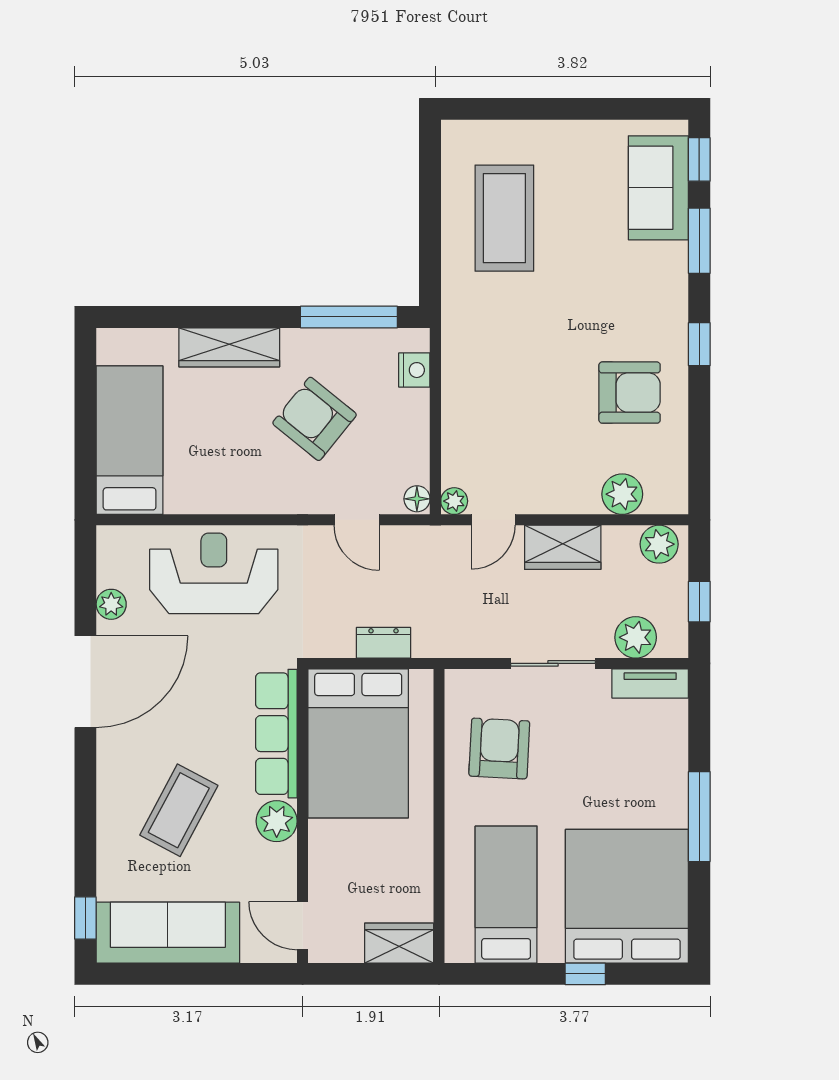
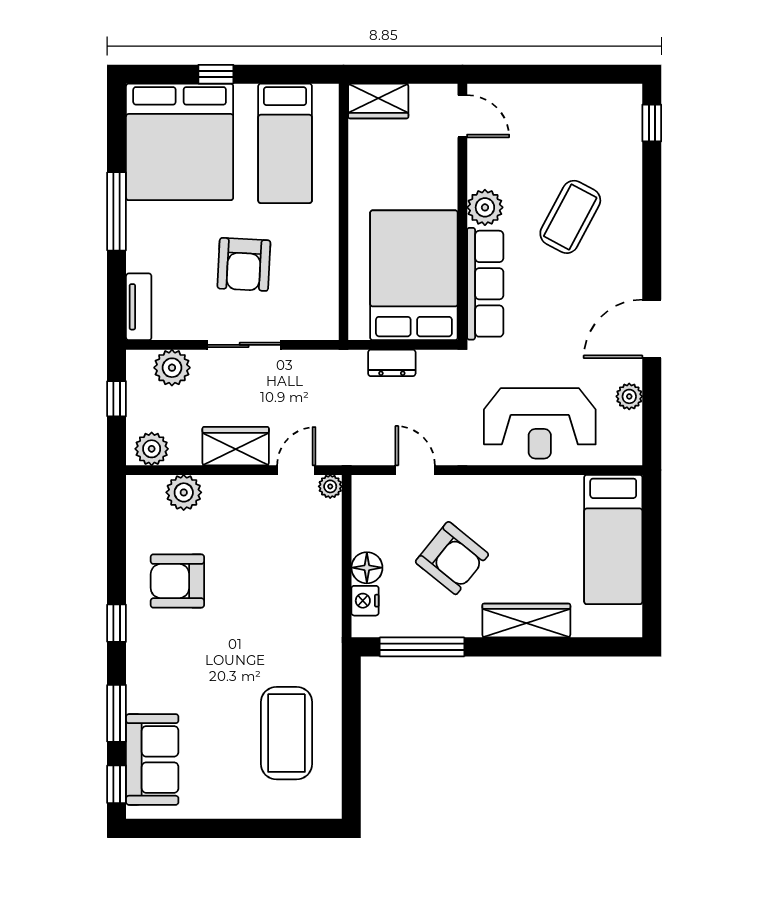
floor lamp: (417, 499) -> (367, 568), moved, width x1.37, depth x1.37
door: (85, 682) -> (652, 329), width x0.73
tv unit: (650, 683) -> (139, 307), moved, turned 90
armchair: (499, 748) -> (244, 264), moved
sofa: (168, 933) -> (580, 110), removed

